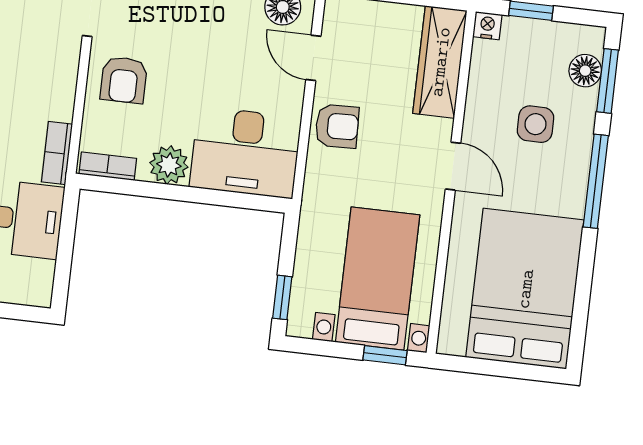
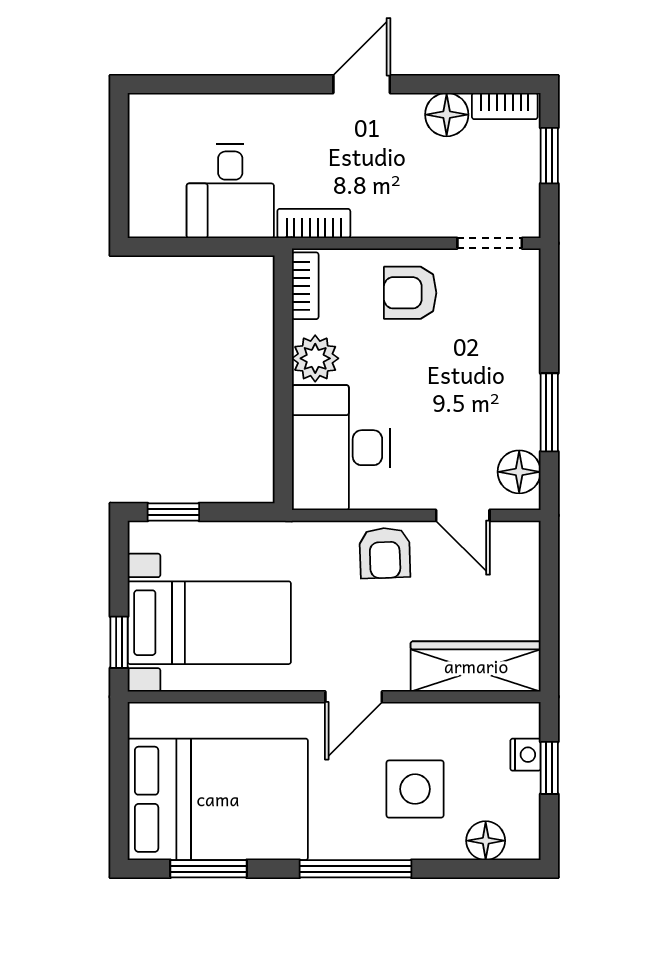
nightstand: (487, 26) -> (525, 755), moved
door: (313, 58) -> (463, 515), swing flipped
window: (608, 81) -> (209, 869), moved
side table: (536, 124) -> (415, 789), width x1.37, depth x1.37

